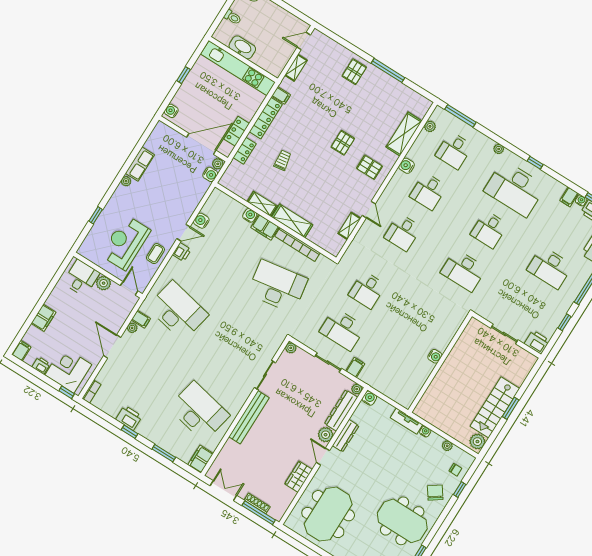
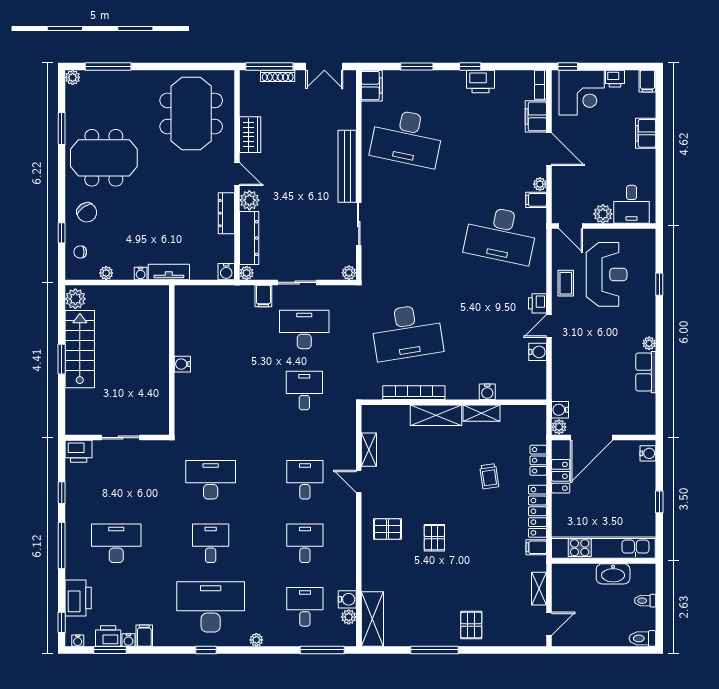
shelving: (404, 134) -> (372, 619), moved
water cooler: (407, 166) -> (347, 599), moved
filing cabinet: (265, 227) -> (536, 116), moved, turned -90

